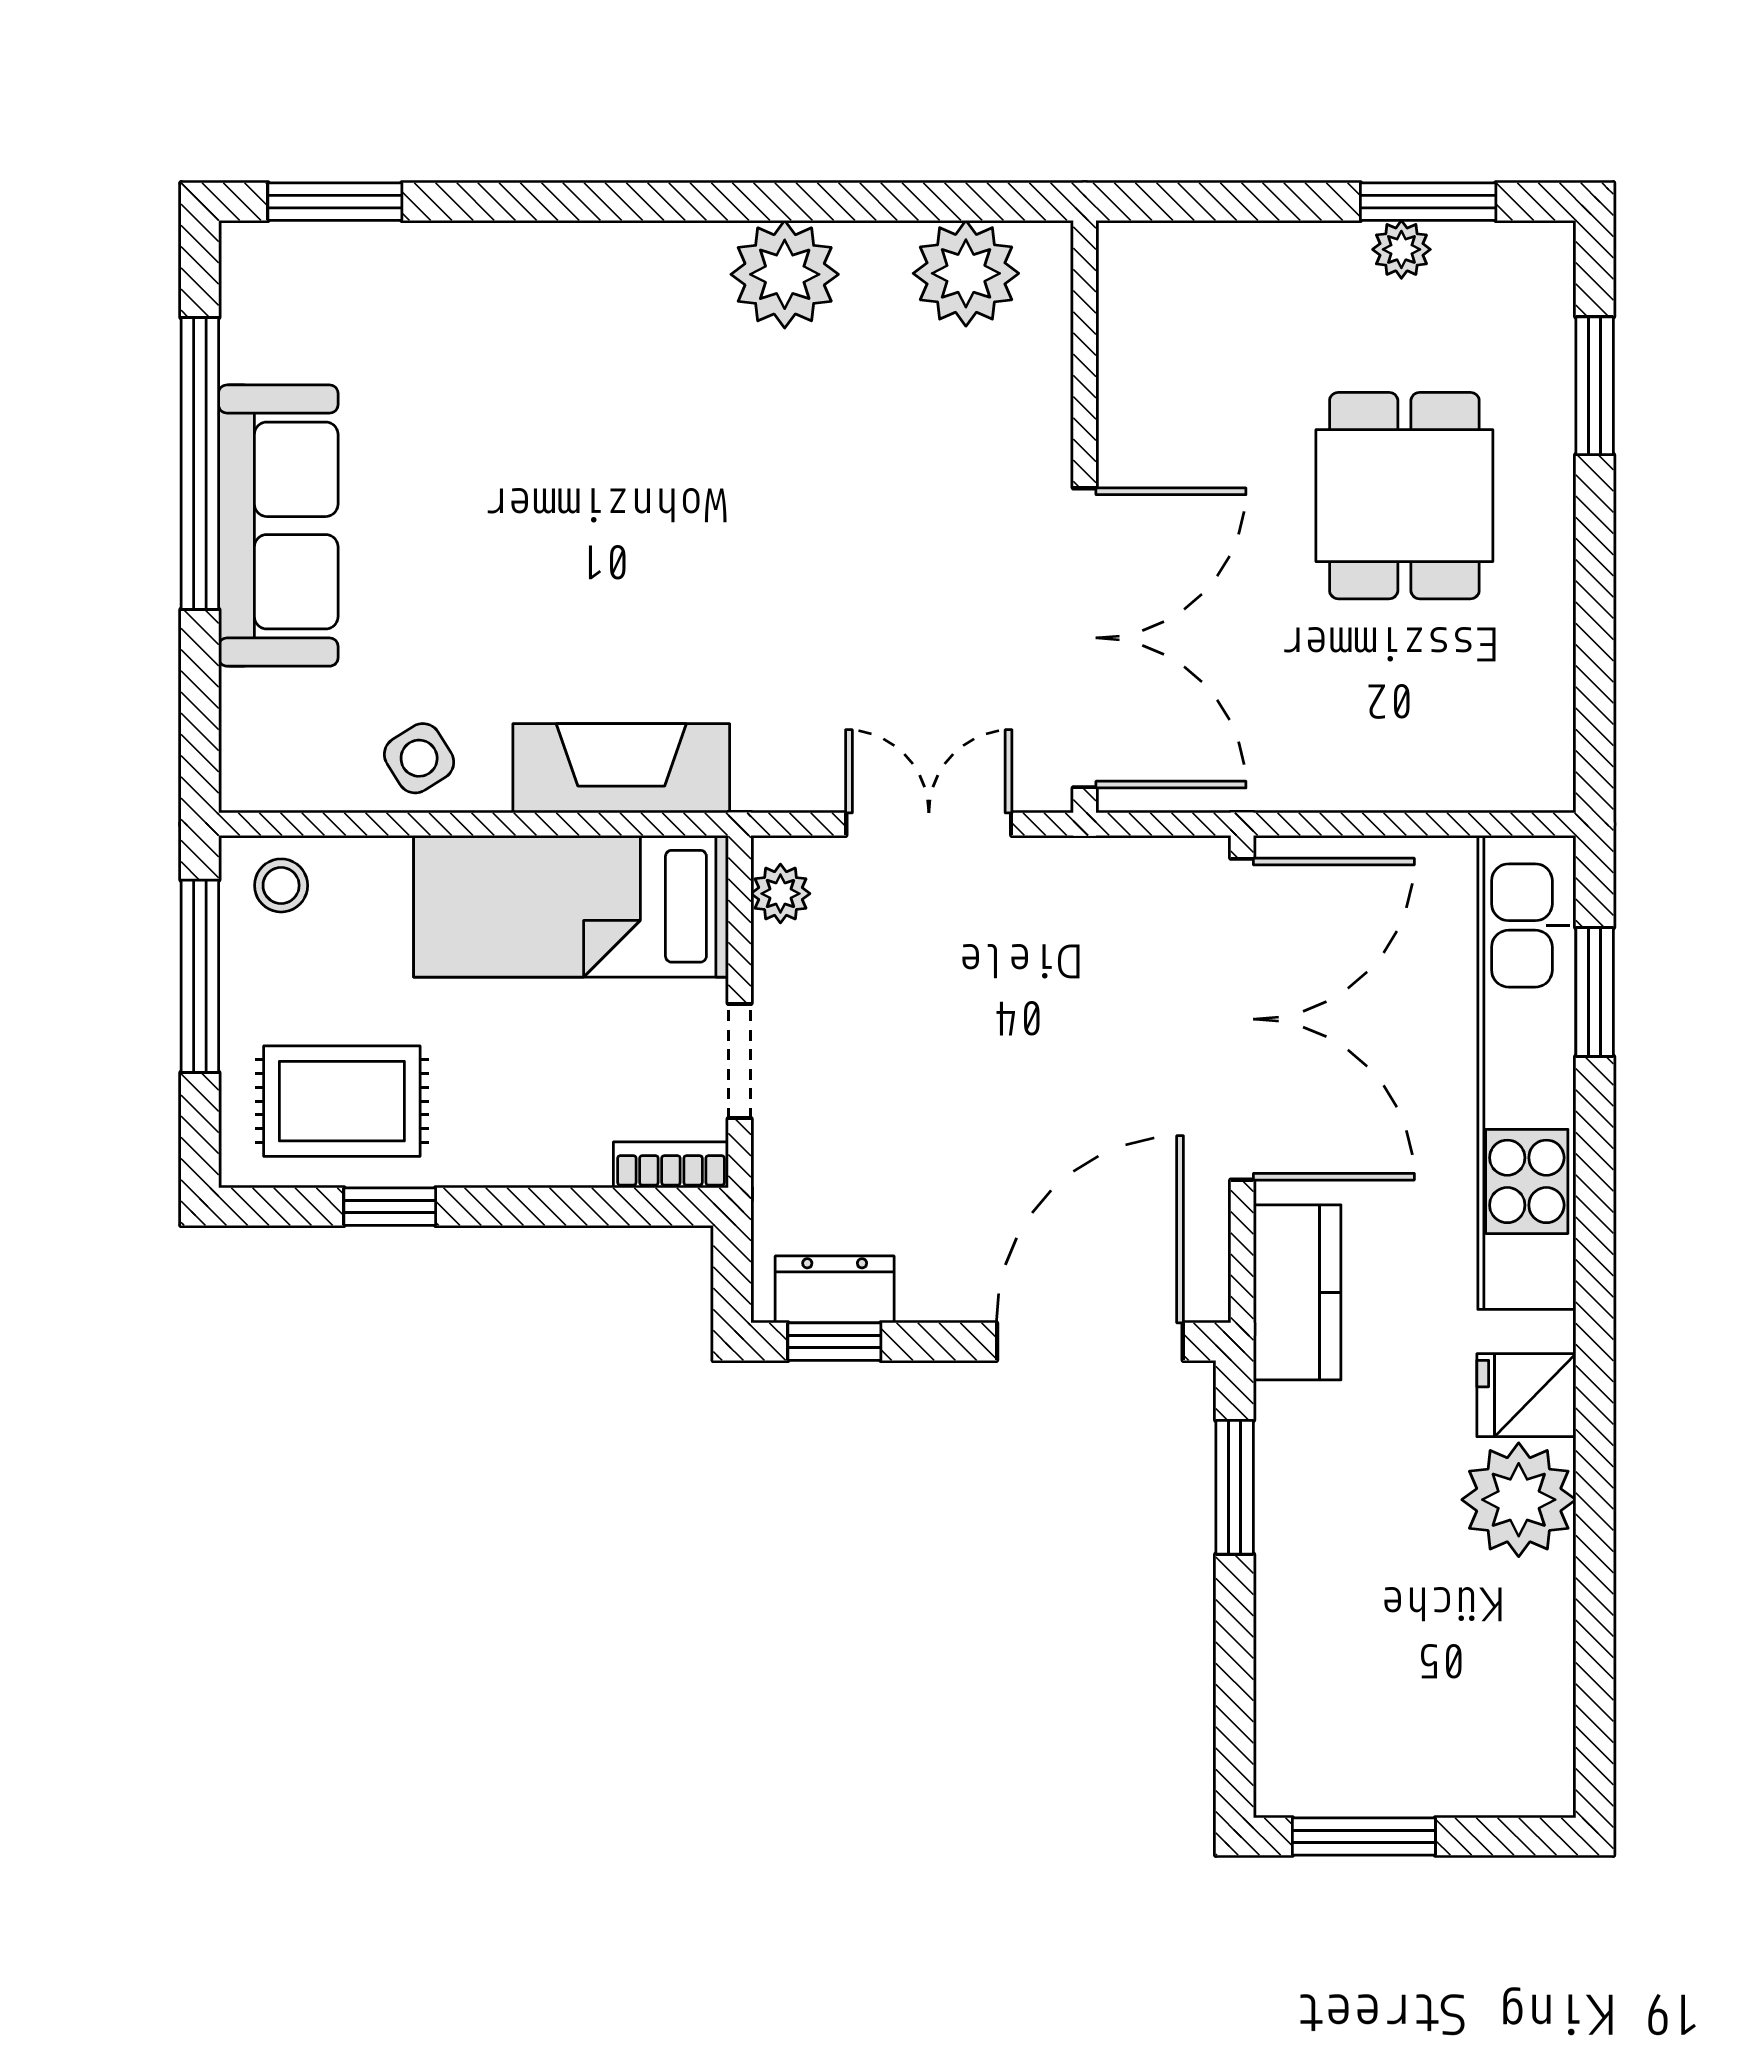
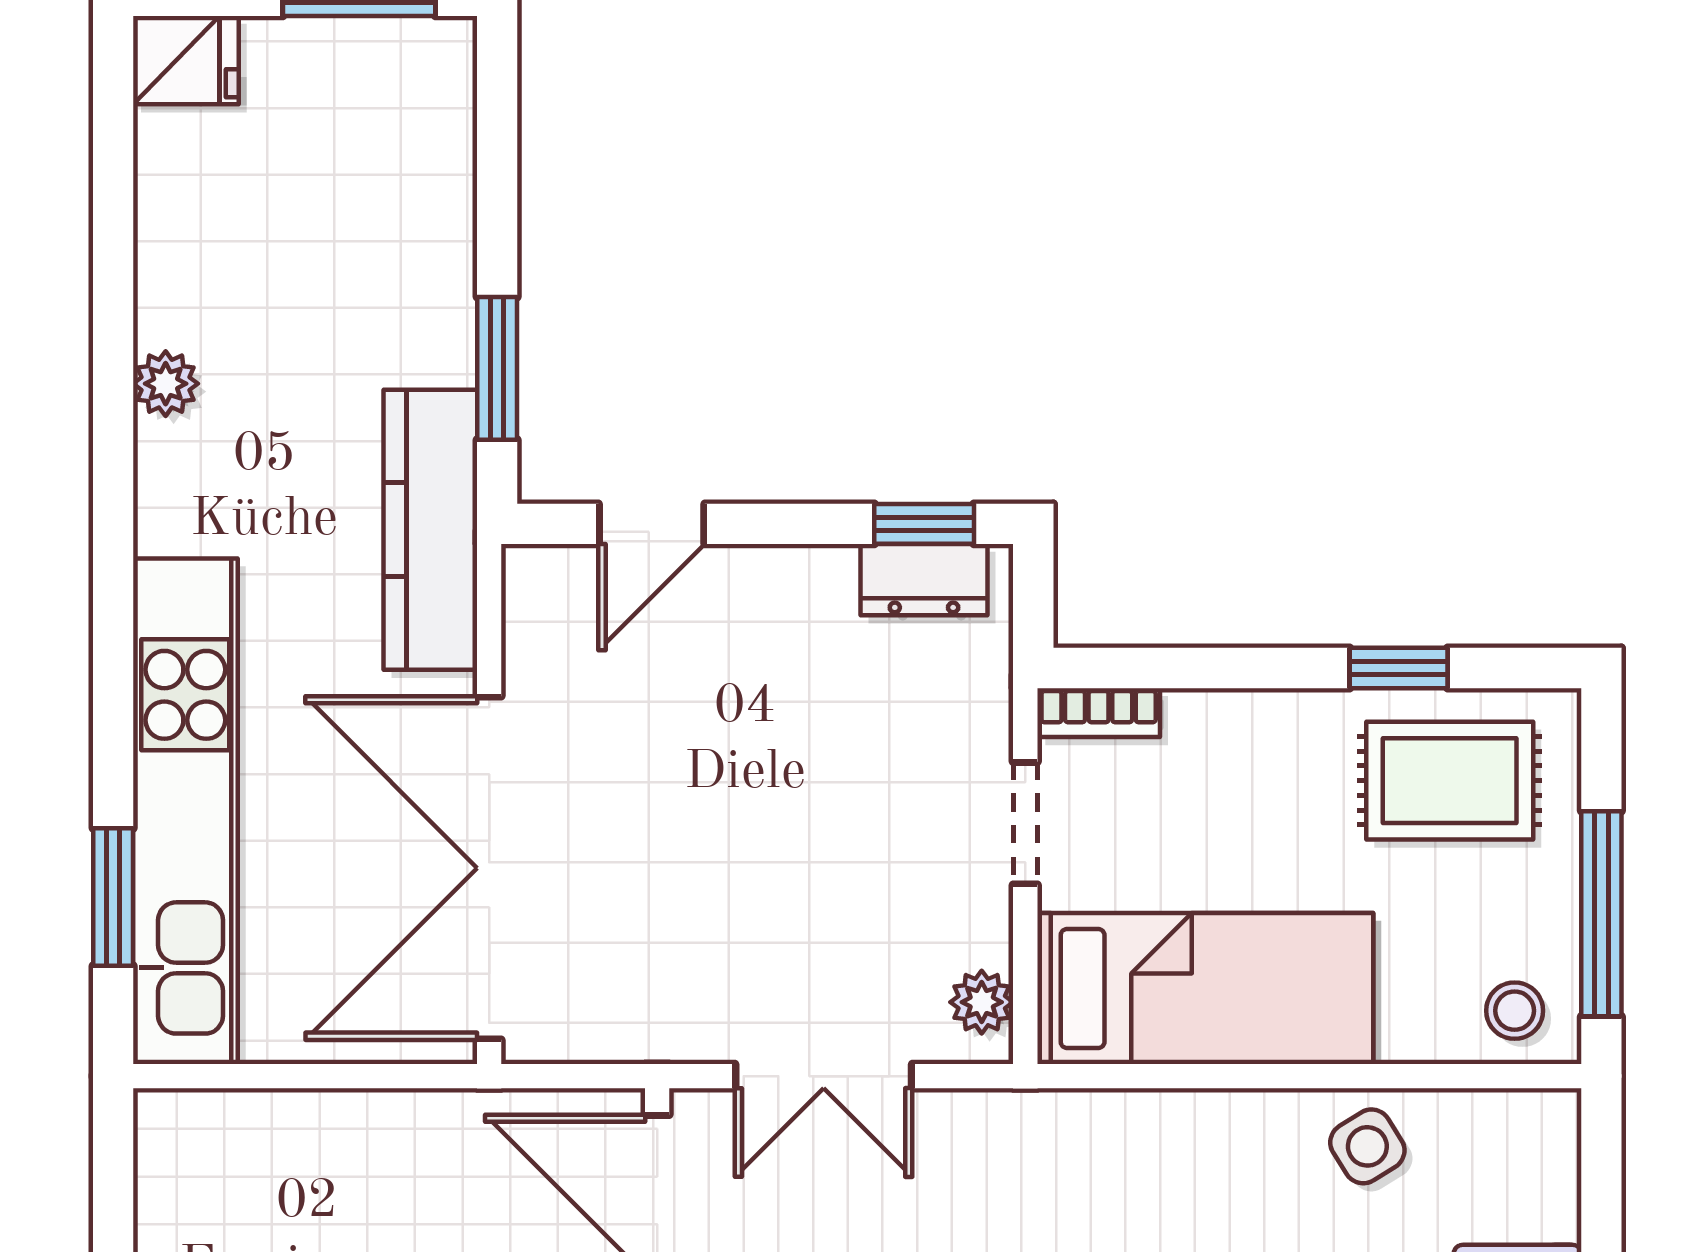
fireplace: (621, 768) -> (1152, 1136), removed
kitchen counter: (1297, 1292) -> (430, 530), width x1.50
door: (1090, 1342) -> (652, 524), width x0.53
fridge: (1526, 1395) -> (186, 60), moved
plant: (1519, 1500) -> (166, 384), width x0.53, depth x0.53

